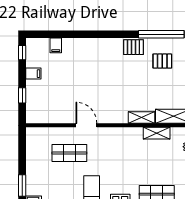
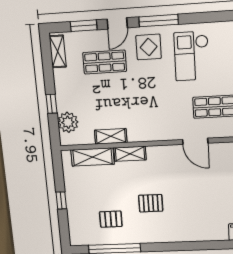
pallet: (133, 47) -> (151, 203), moved

